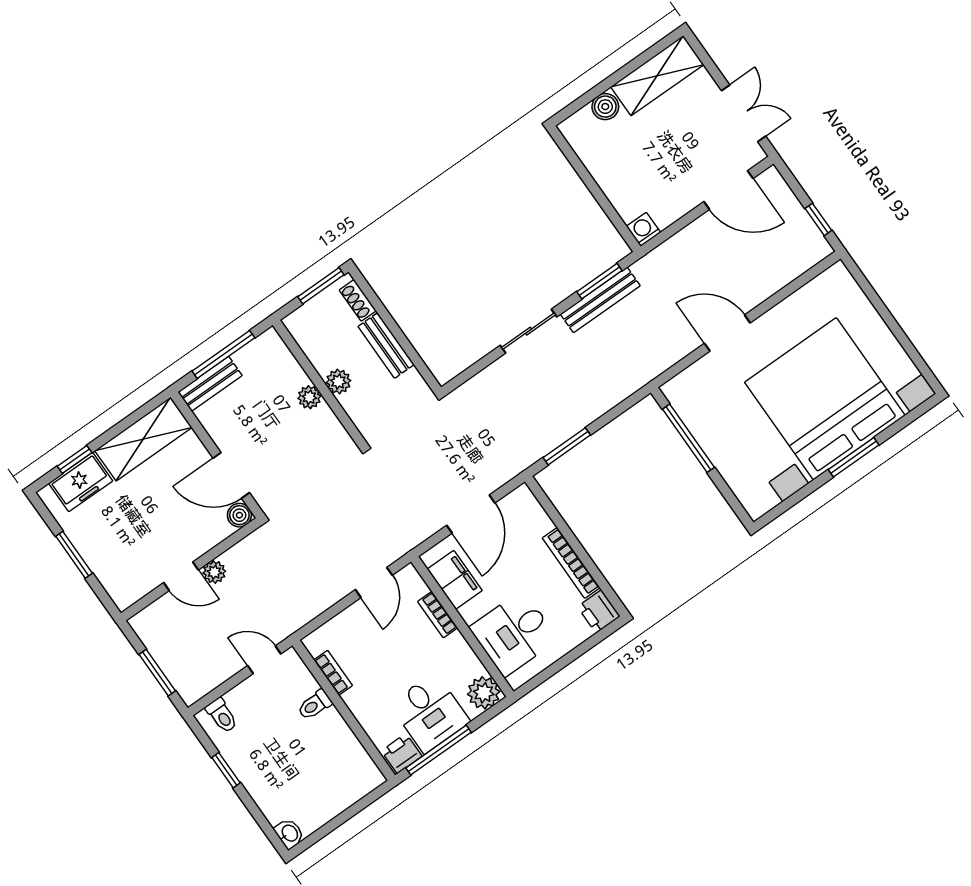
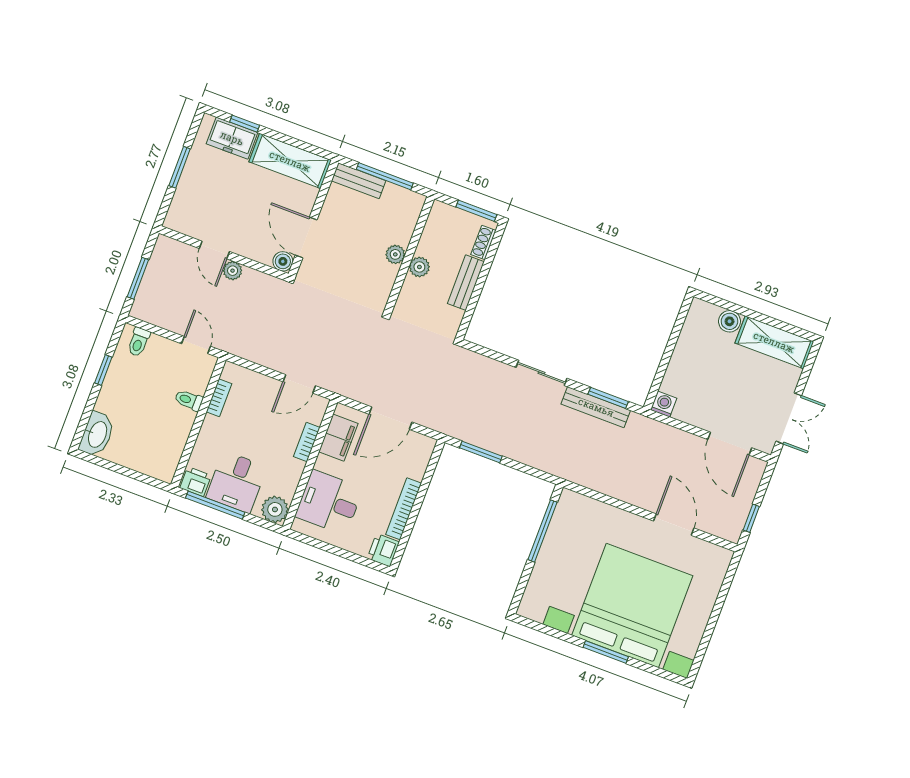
door: (727, 333) -> (674, 525), moved
washbasin: (289, 833) -> (97, 434), width x1.91, depth x1.45

